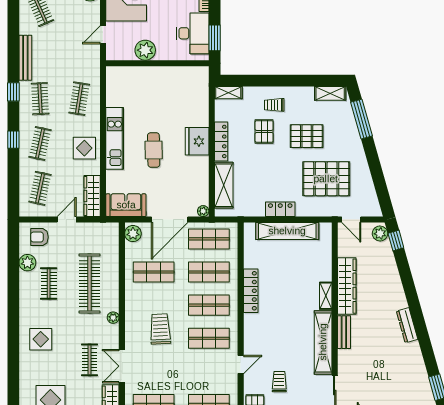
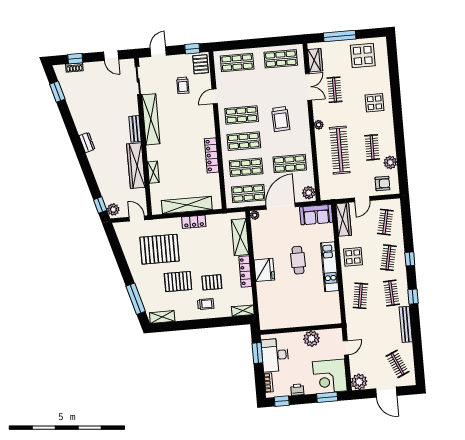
pallet: (264, 131) -> (212, 282), turned 90
shelving: (326, 296) -> (153, 172), moved
dresser: (407, 325) -> (87, 142), width x0.70

